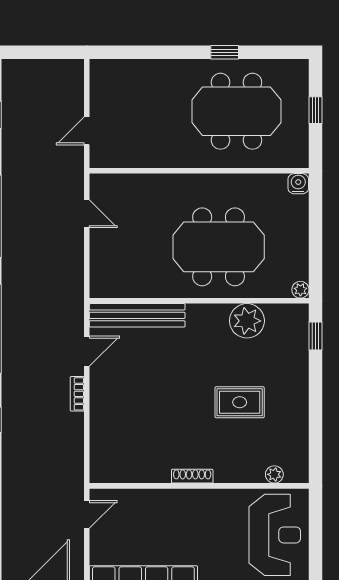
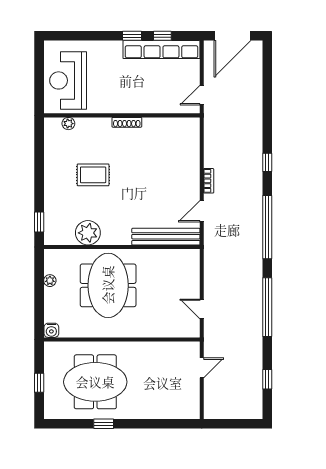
meeting table: (219, 247) -> (108, 285), turned 90
plant: (300, 290) -> (50, 281), moved

